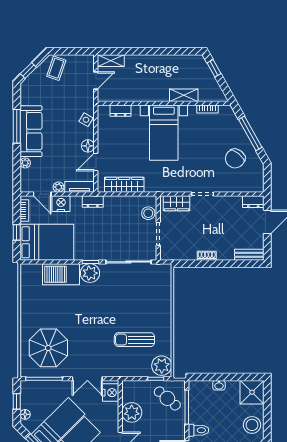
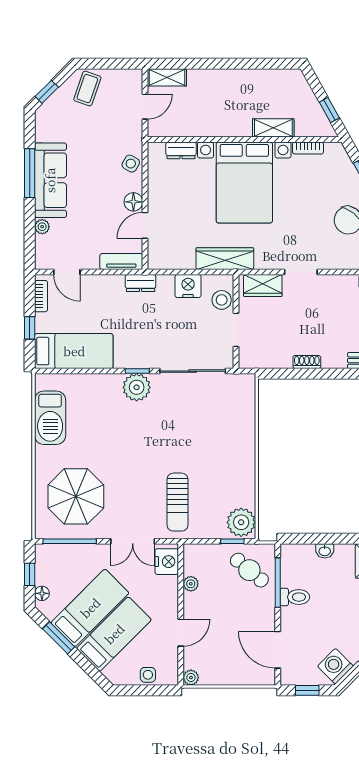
window: (214, 68) -> (329, 110), moved
bed with nightstands: (164, 133) -> (244, 182), width x1.36
wardrobe: (124, 185) -> (225, 259), moved
plant: (58, 187) -> (91, 262), removed
nightstand: (61, 204) -> (188, 286), moved
bed: (47, 242) -> (74, 351), width x0.67
barbecue: (61, 274) -> (50, 418), moved, turned -90
sun lounger: (134, 340) -> (177, 502), moved, turned -90
plant: (132, 412) -> (191, 584), width x0.53, depth x0.53
toilet: (198, 430) -> (295, 597), moved

